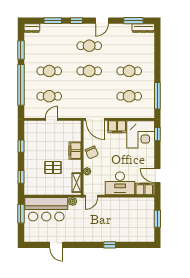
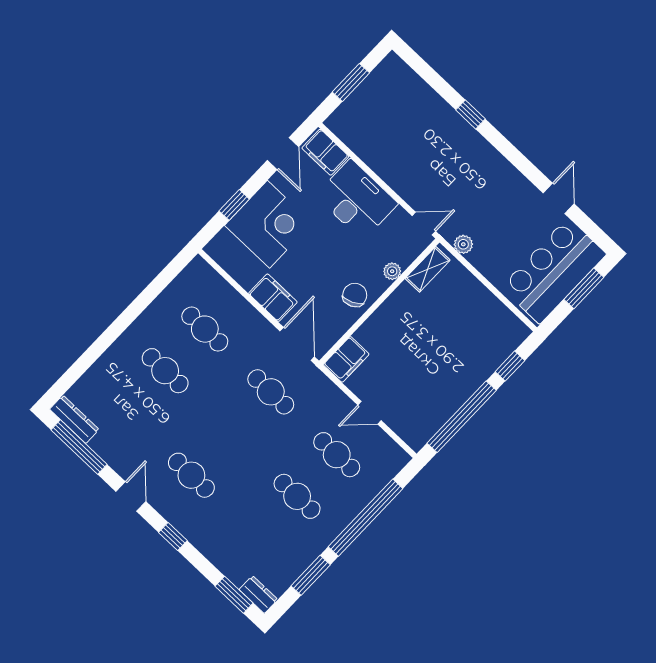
window: (53, 21) -> (234, 595), moved
door: (102, 21) -> (131, 496), hinge flipped
window: (133, 21) -> (79, 447), width x1.44
cafe table: (89, 71) -> (271, 392), moved
window: (157, 96) -> (158, 285), removed
corner desk: (141, 134) -> (268, 224), moved, turned 90
window: (157, 134) -> (234, 205), moved
window: (21, 146) -> (462, 417), width x3.17
filing cabinet: (75, 151) -> (346, 359), moved
pallet: (53, 167) -> (442, 331), removed
bar counter: (46, 209) -> (554, 271), moved, turned -90
window: (21, 214) -> (584, 288), moved

